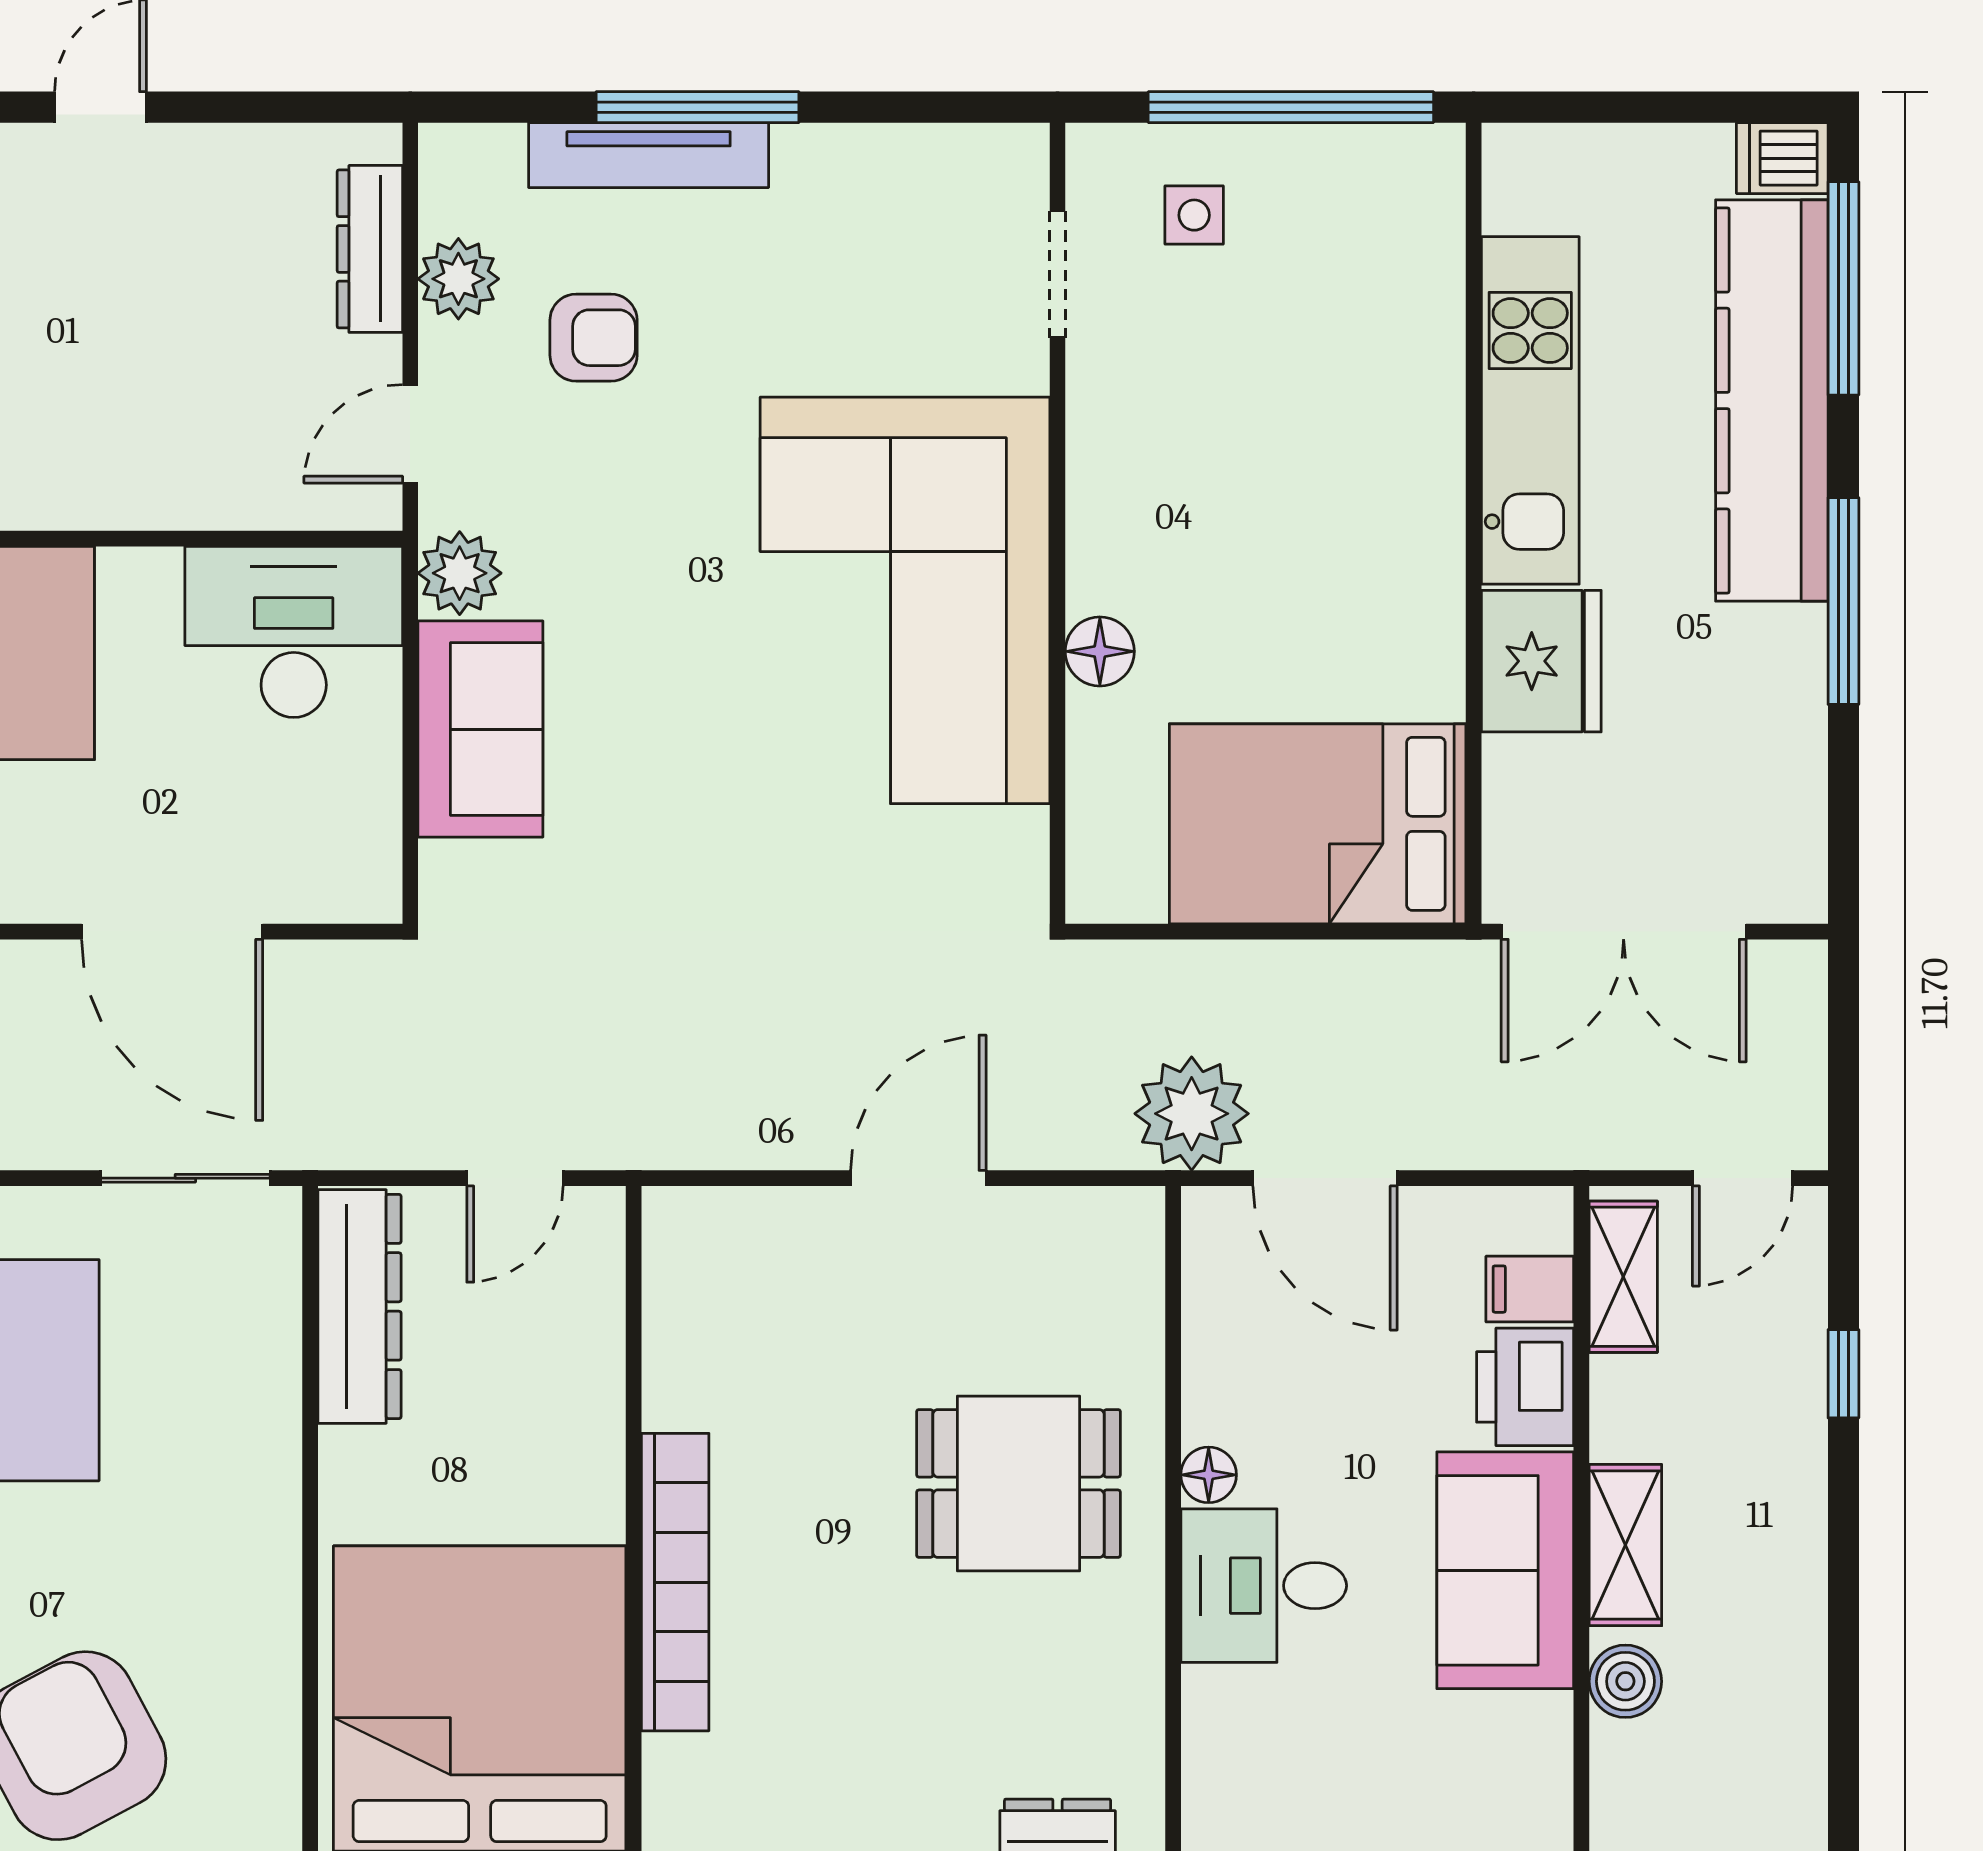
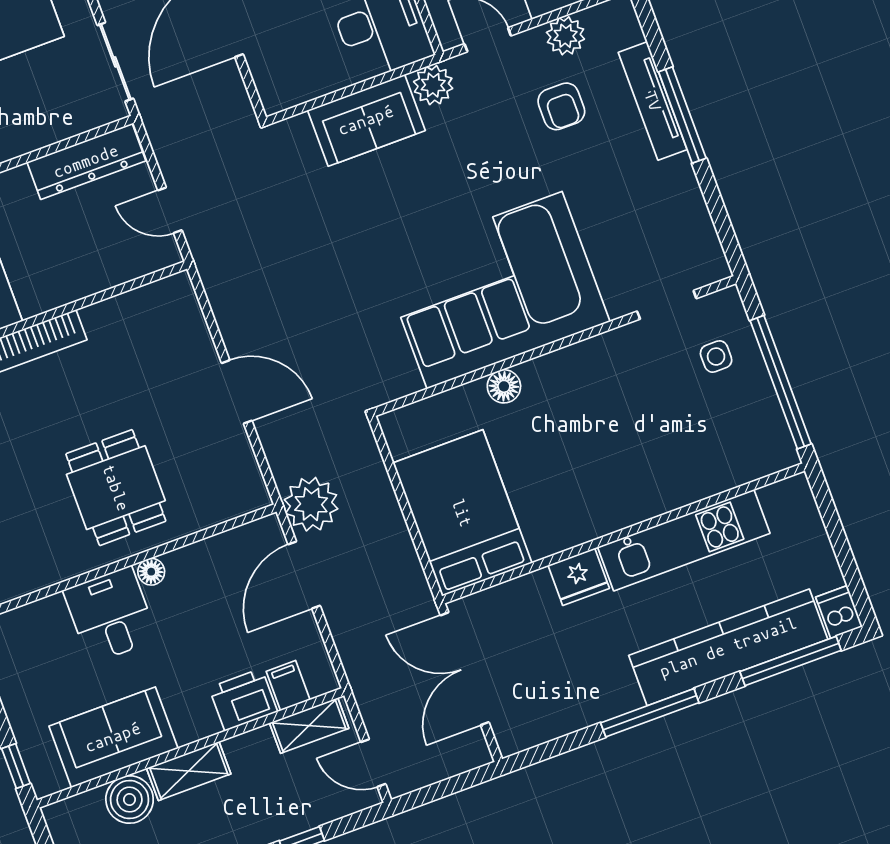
fridge: (1541, 661) -> (579, 577), width x0.73, depth x0.75
sofa: (1505, 1570) -> (113, 737), moved
boiler: (1625, 1681) -> (130, 800), width x1.36, depth x1.36

